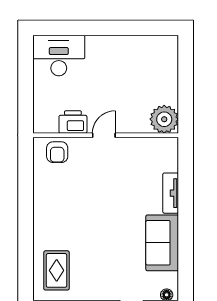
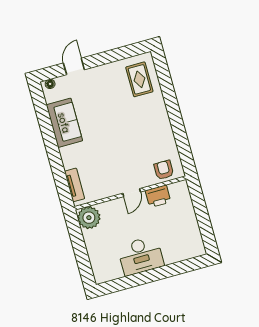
desk: (59, 56) -> (141, 256), moved
tv unit: (171, 193) -> (75, 185), moved

